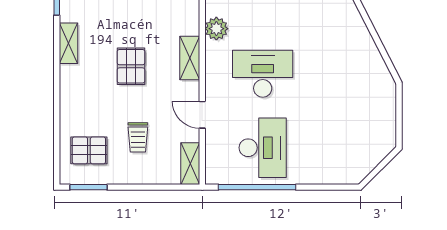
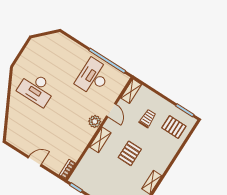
plant: (216, 29) -> (95, 121), moved
desk: (263, 74) -> (36, 89), moved

